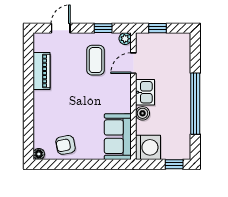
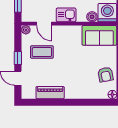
window: (103, 28) -> (18, 58), moved
boiler: (143, 113) -> (92, 17), moved

